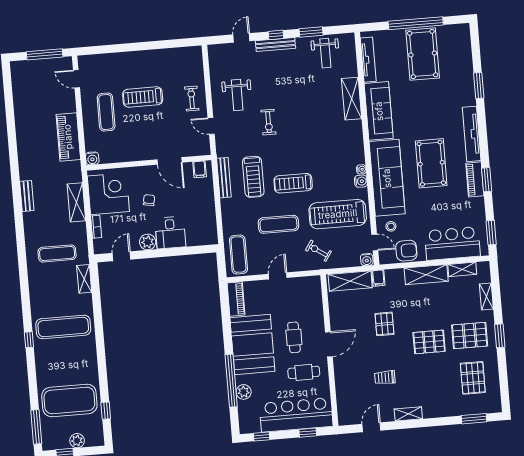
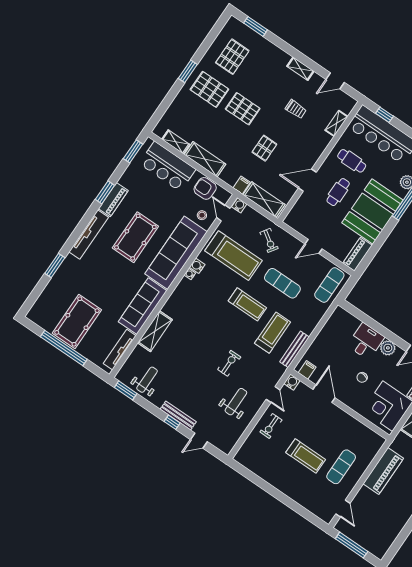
window: (311, 32) -> (126, 390), moved
water cooler: (92, 158) -> (292, 382), moved
shelving: (486, 296) -> (336, 123), moved
door: (329, 344) -> (307, 180), moved

